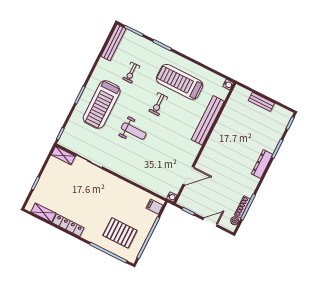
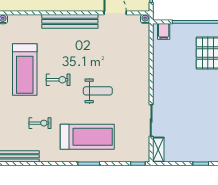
bench: (208, 120) -> (70, 21), moved
weight bench: (134, 131) -> (98, 91), turned 90

